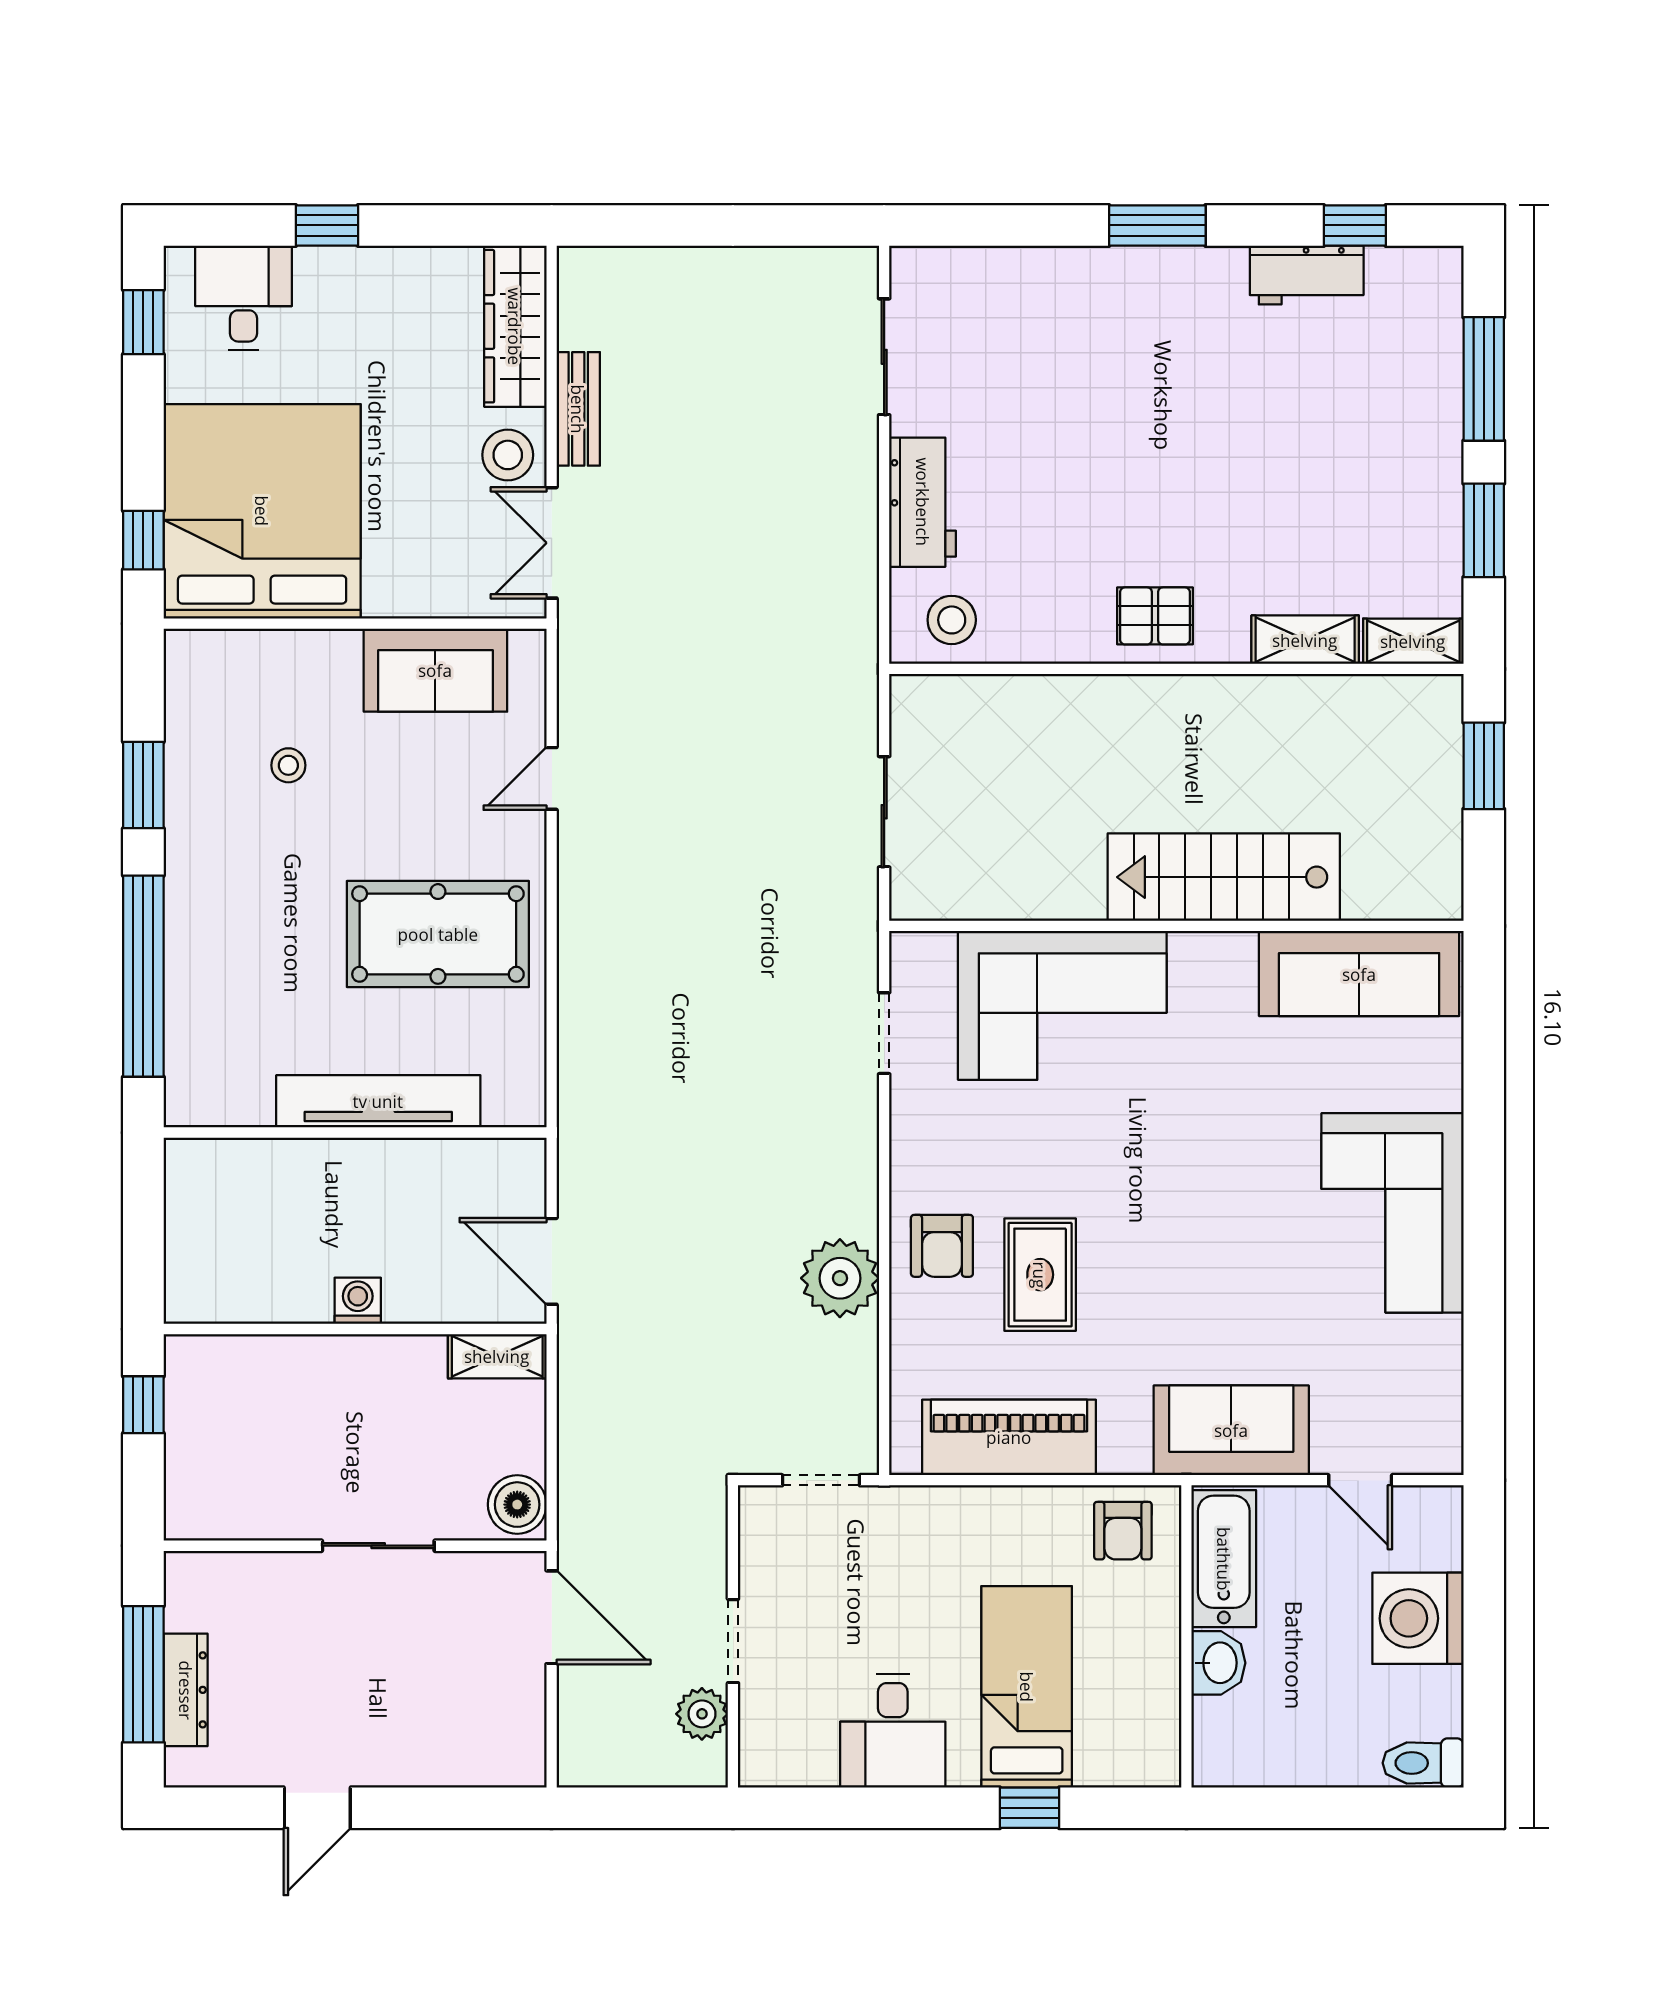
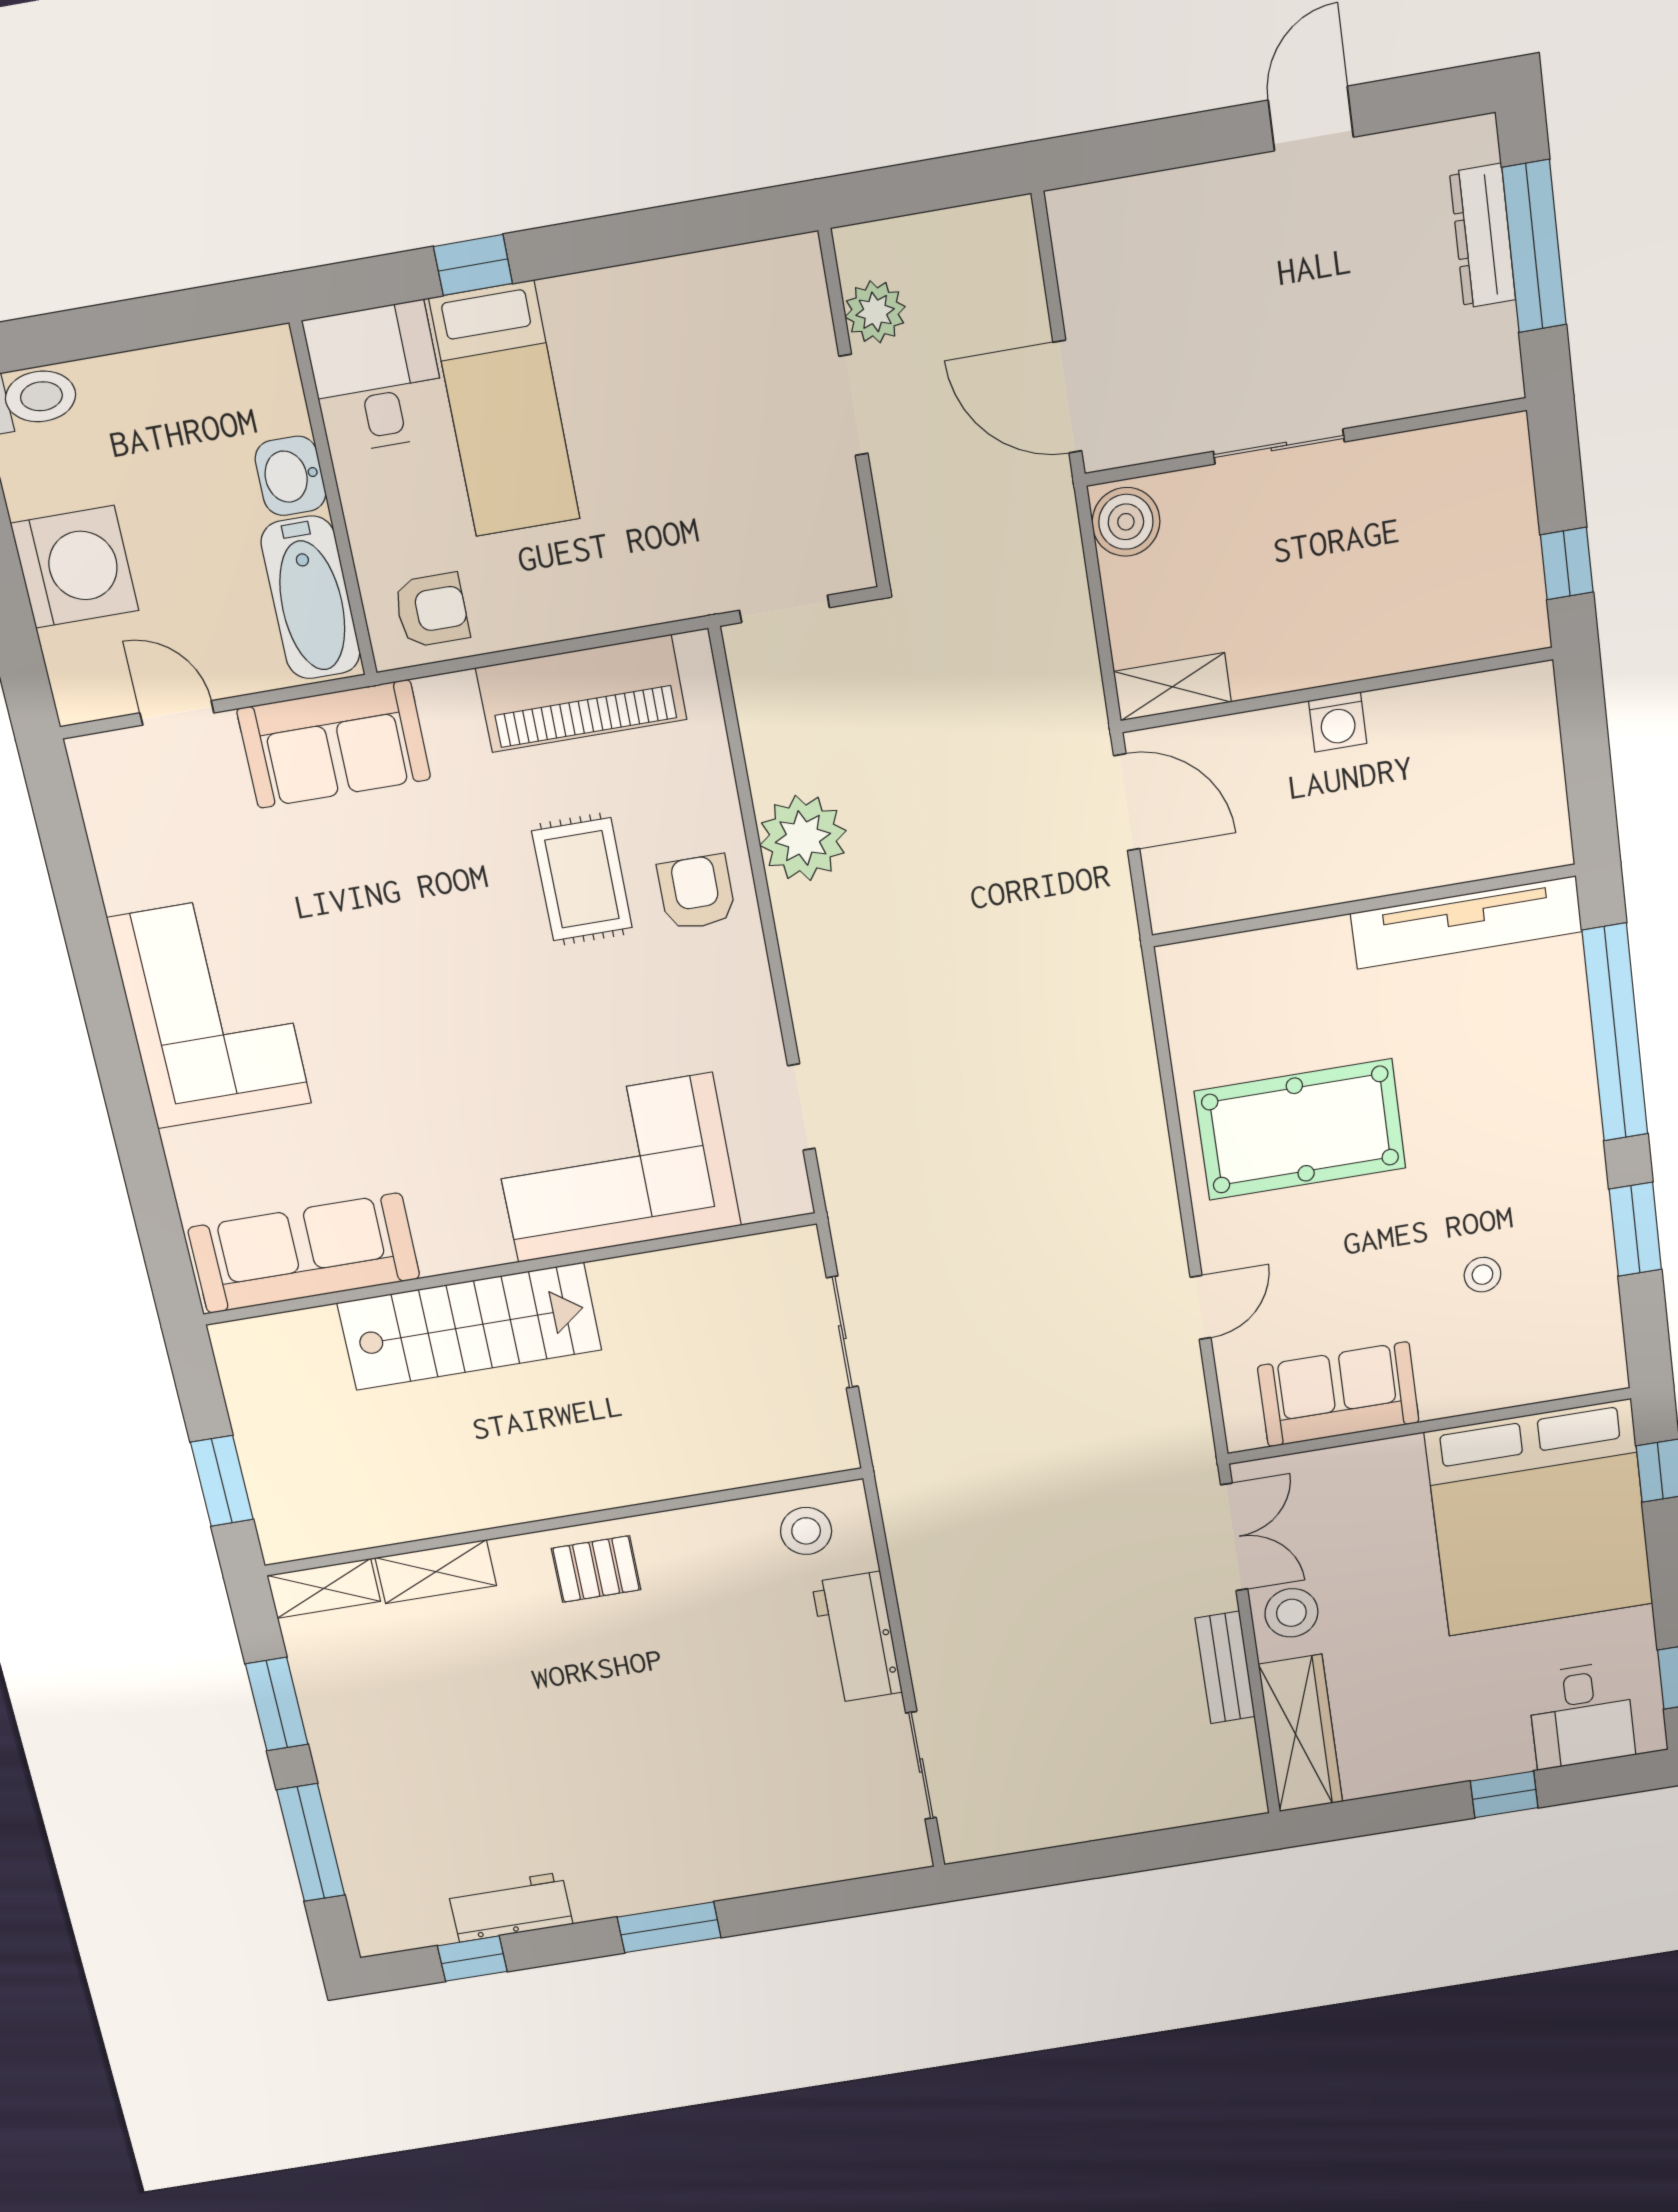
tv unit: (378, 1101) -> (1466, 923), moved
armchair: (1123, 1531) -> (432, 610), turned 90
desk: (893, 1731) -> (377, 378), moved

